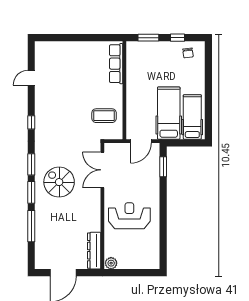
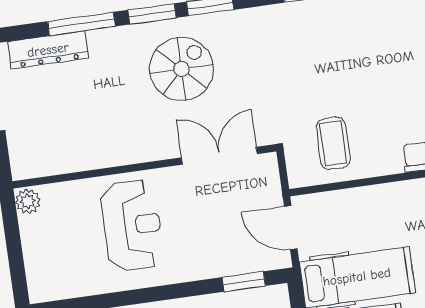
dresser: (94, 251) -> (48, 50), moved, turned 180

